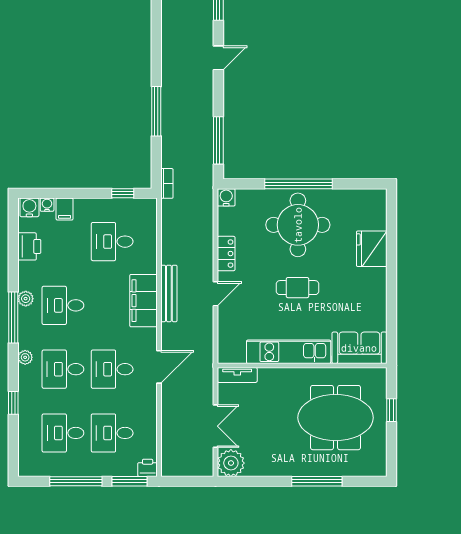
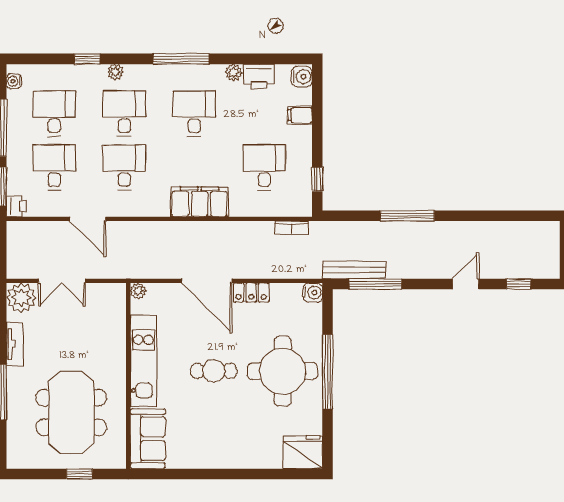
door: (218, 58) -> (466, 284), swing flipped
bookcase: (167, 183) -> (291, 228), moved
water cooler: (47, 205) -> (14, 81), moved, turned 180
fridge: (372, 249) -> (303, 452), moved
cafe table: (297, 288) -> (214, 371), turned 90
bench: (169, 293) -> (354, 270), moved
door: (216, 294) -> (207, 281), width x1.88
plant: (26, 299) -> (234, 72), moved
plant: (225, 356) -> (138, 291), added
plant: (25, 357) -> (115, 72), moved
door: (159, 367) -> (88, 219), moved
tv unit: (237, 375) -> (15, 344), moved, turned 180

